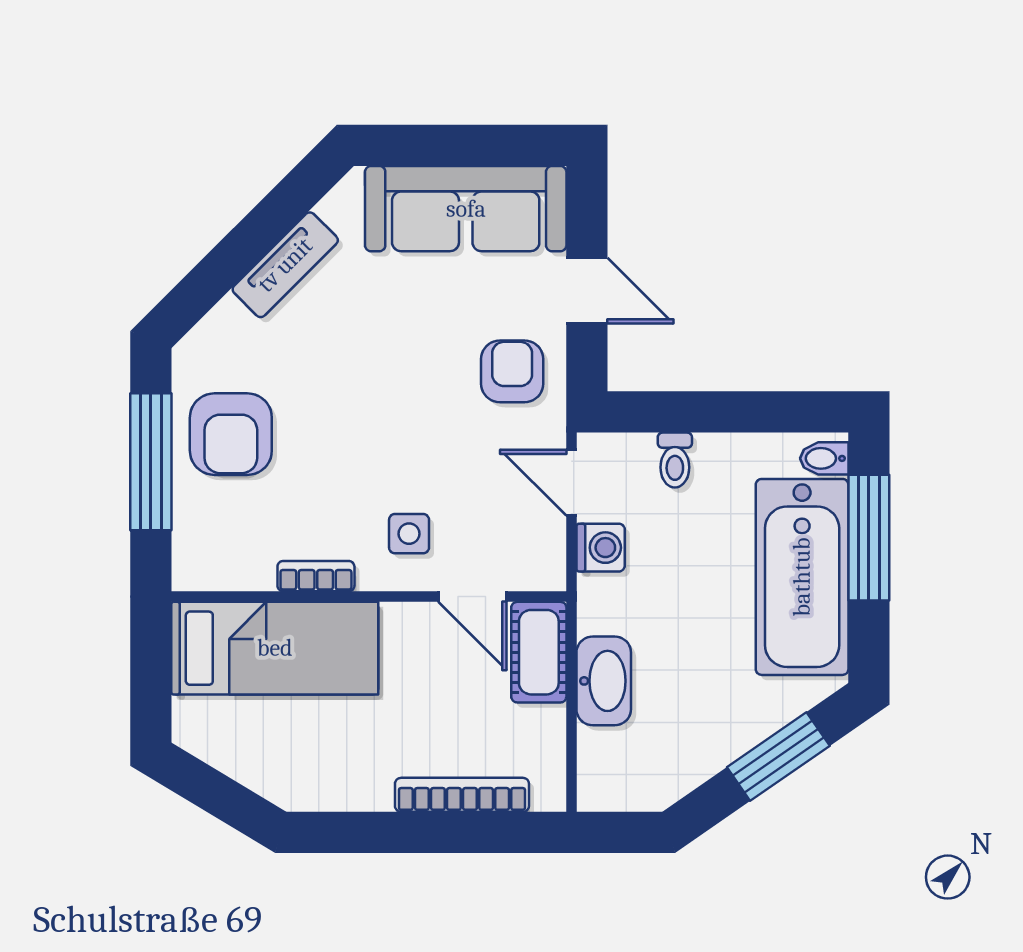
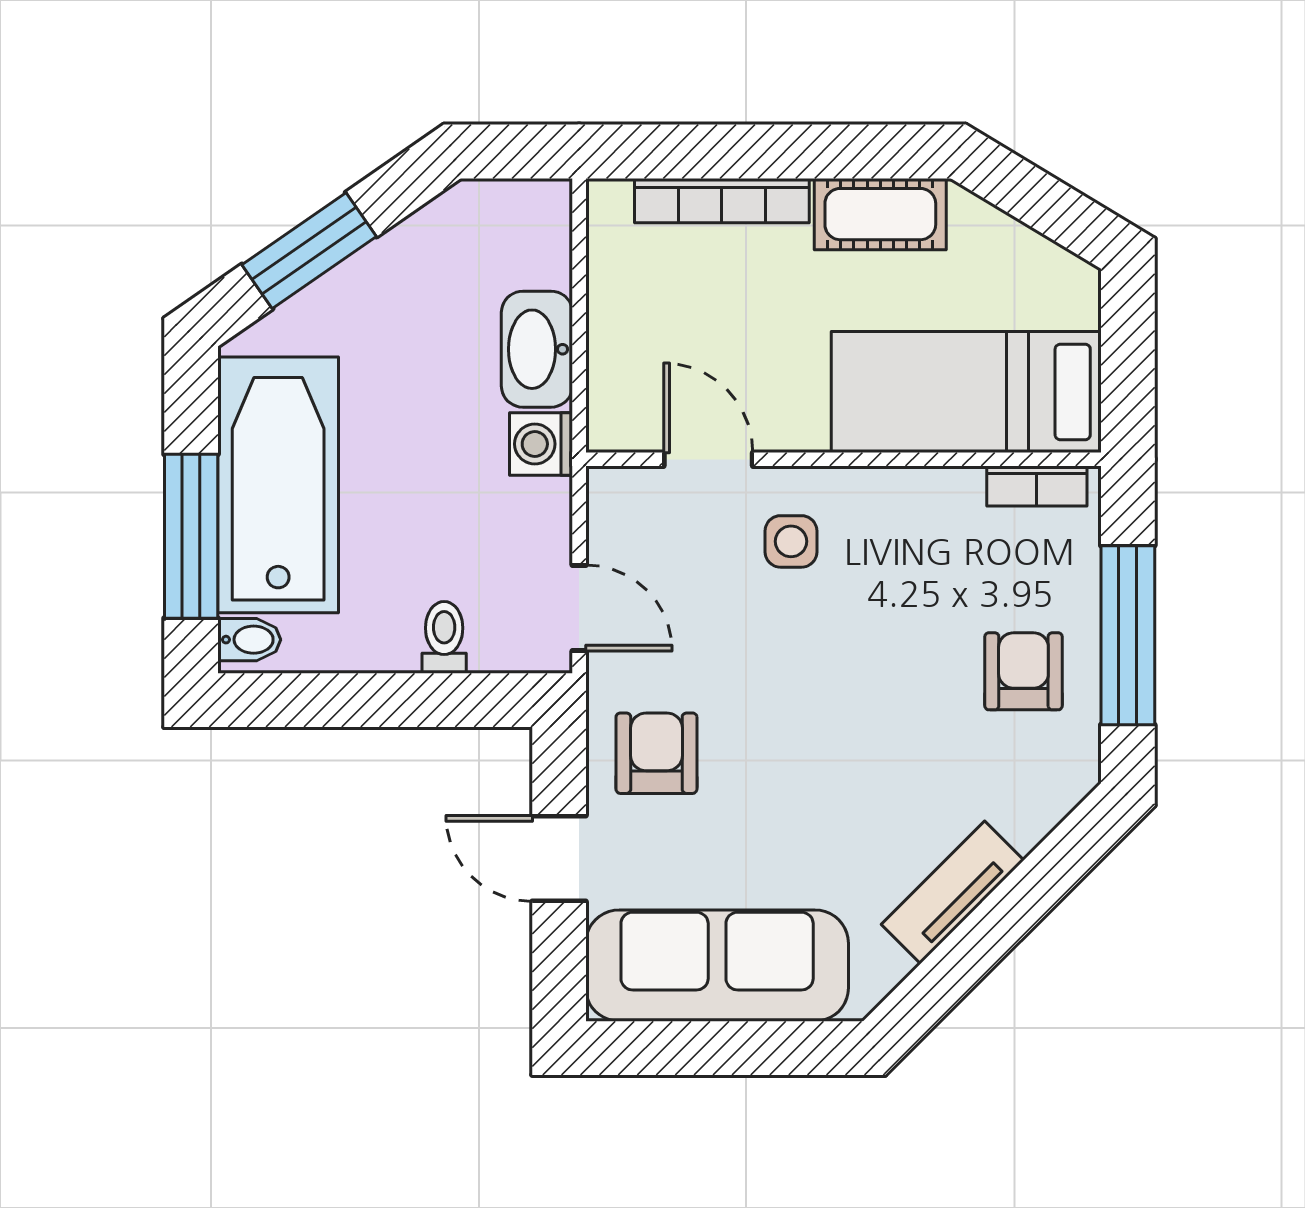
armchair: (512, 371) -> (656, 753), turned 180
armchair: (231, 434) -> (1023, 671), width x0.72, depth x0.72
washing machine: (601, 548) -> (541, 444), moved
bookcase: (316, 576) -> (1037, 486), moved
cot: (539, 652) -> (880, 214), moved, turned 90

